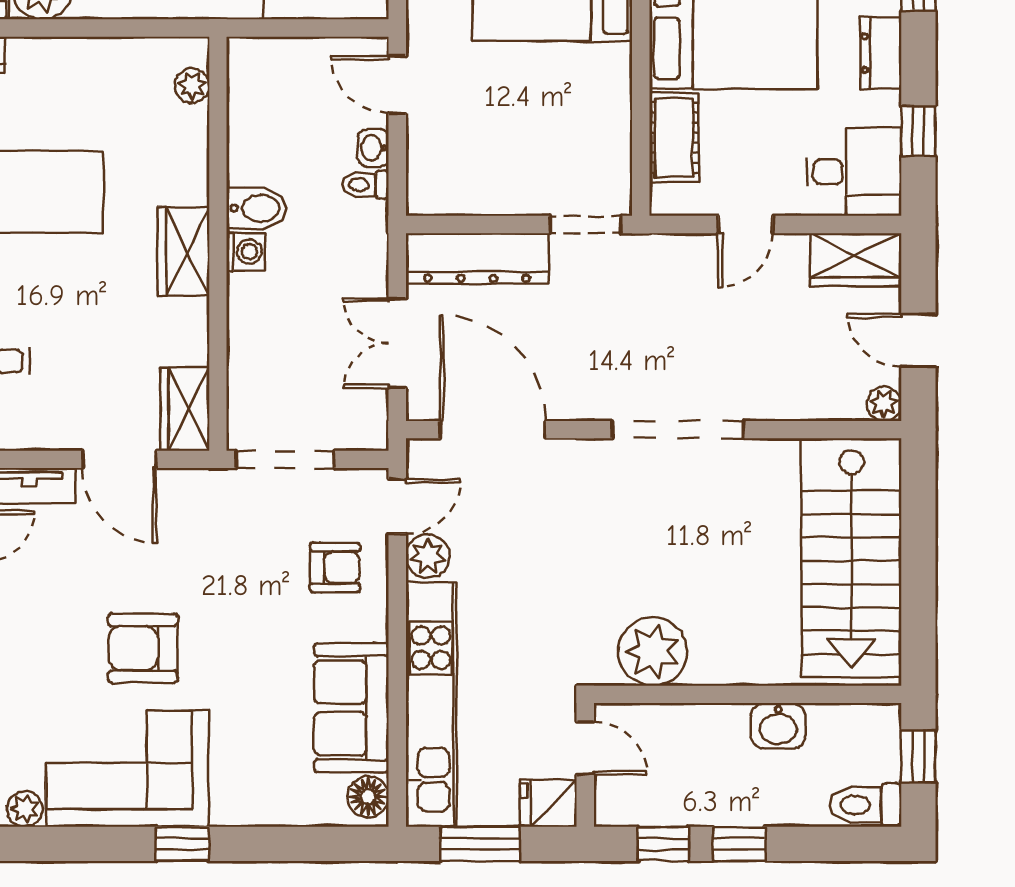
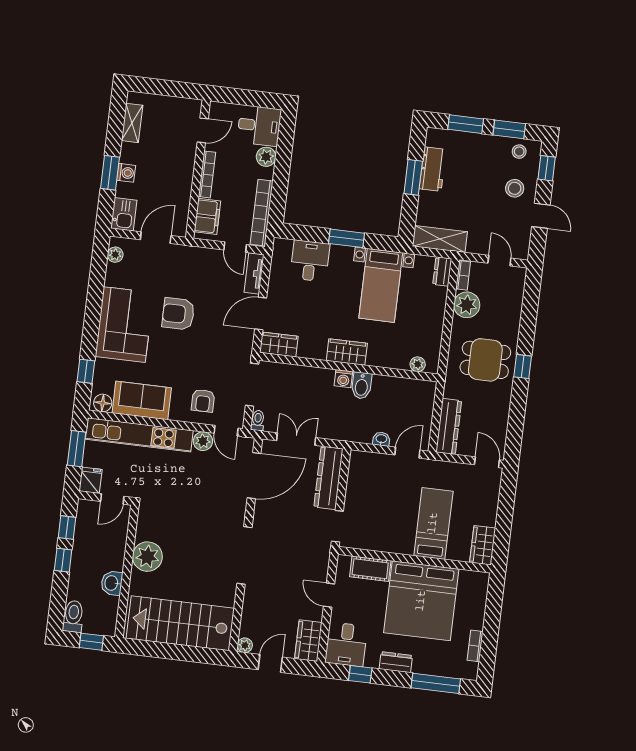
toilet: (365, 185) -> (258, 421), moved
armchair: (143, 648) -> (178, 314), turned -90
plant: (653, 652) -> (147, 557), moved
corner sofa: (127, 769) -> (124, 325), moved
window: (182, 844) -> (86, 371), moved

